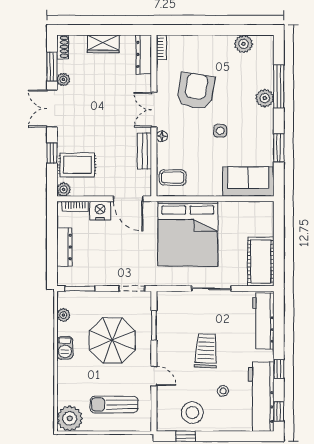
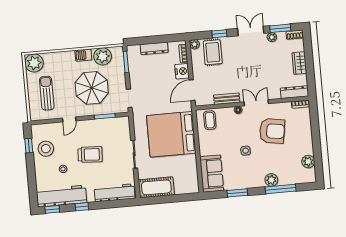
plant: (63, 315) -> (103, 56), width x1.87, depth x1.87

